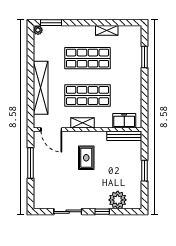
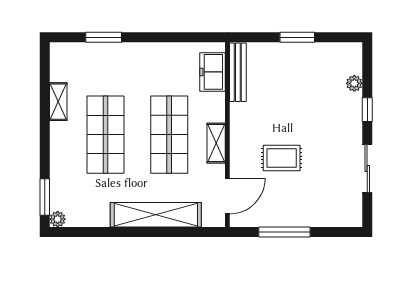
rug: (86, 158) -> (282, 158), moved
plant: (118, 200) -> (354, 83), width x0.53, depth x0.53

